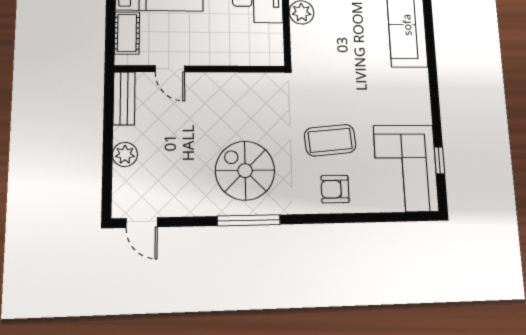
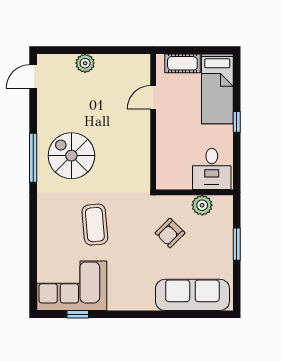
bench: (124, 98) -> (129, 62), removed
spiral stairs: (245, 171) -> (71, 156), turned -90
armchair: (335, 189) -> (170, 233), moved, turned -135

